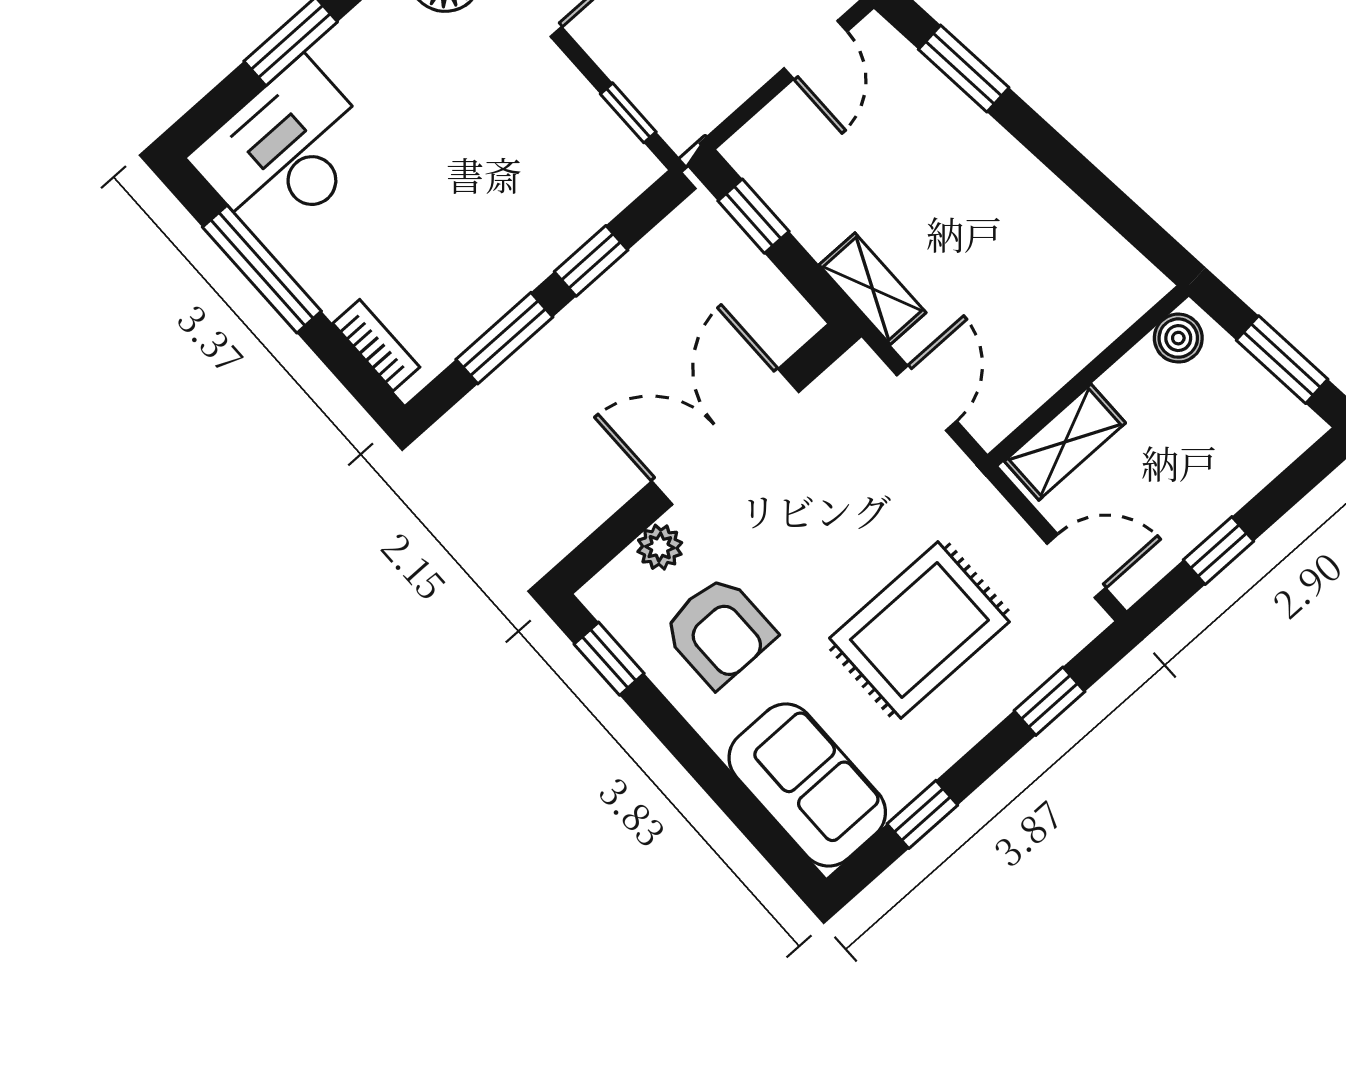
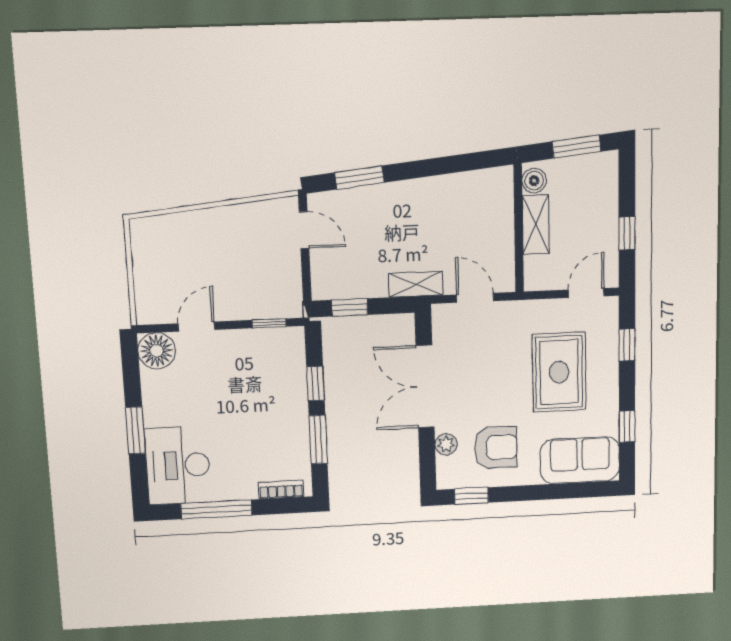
shelving: (1065, 442) -> (536, 224), moved

